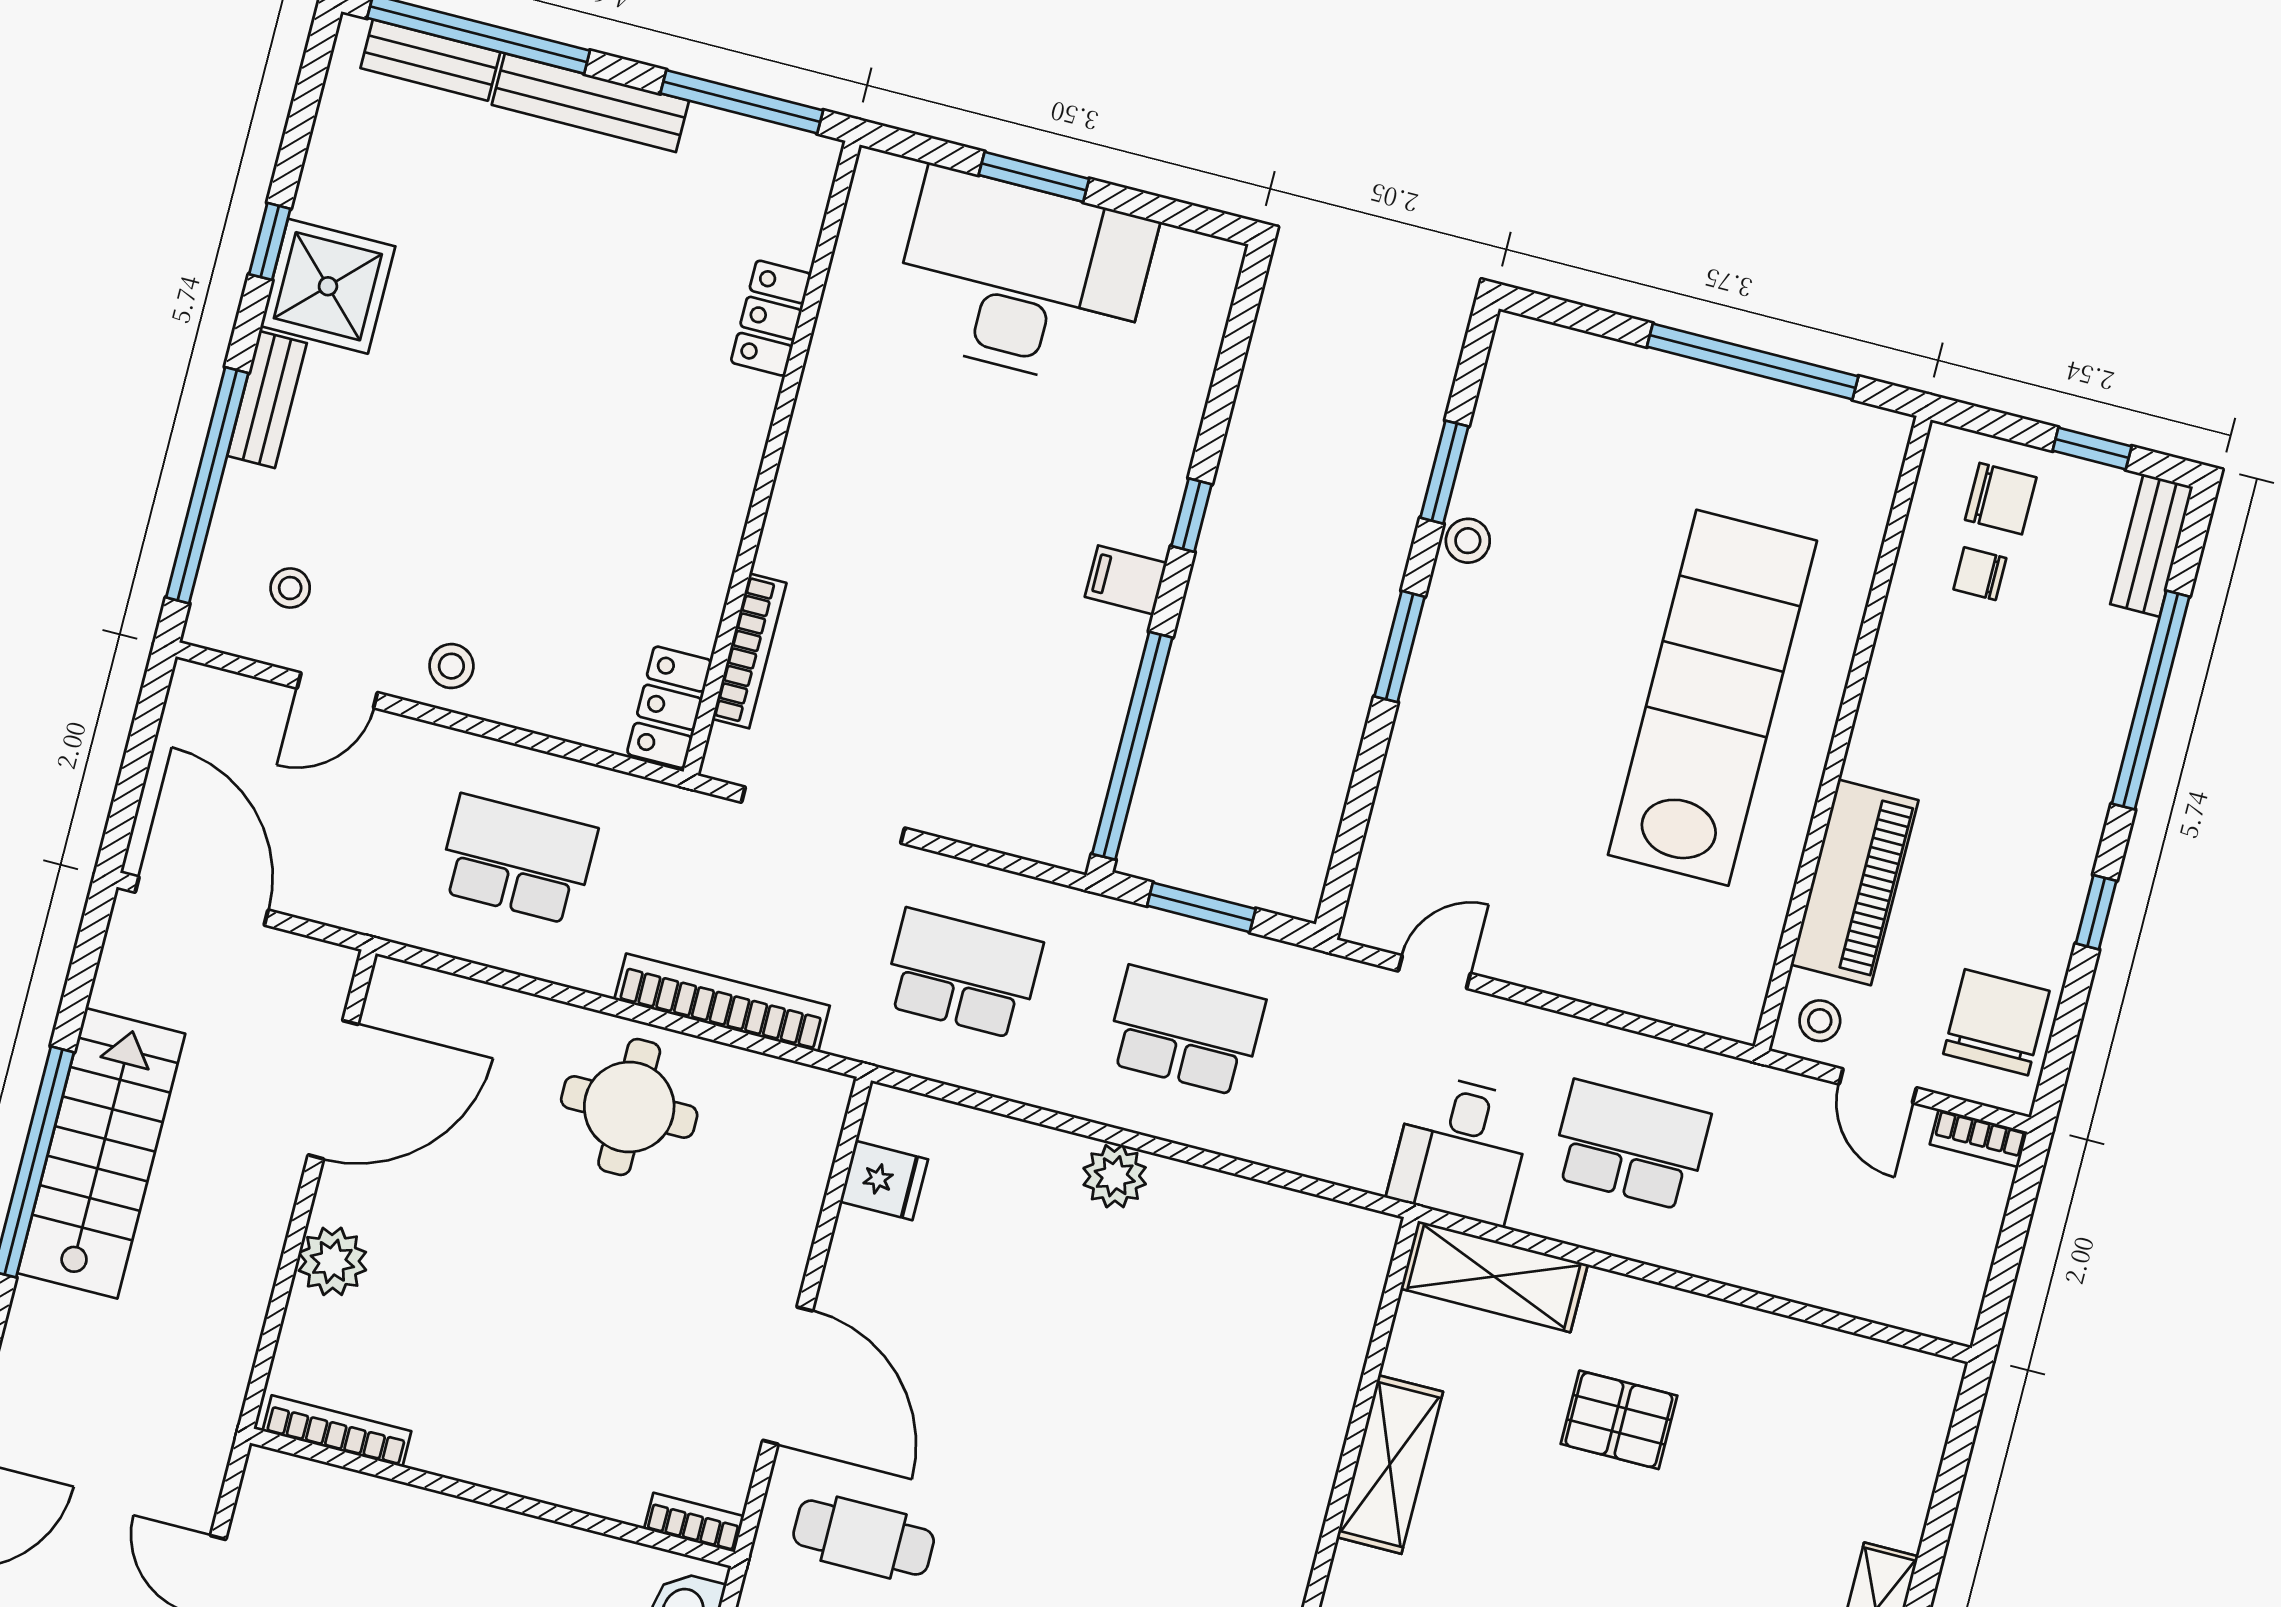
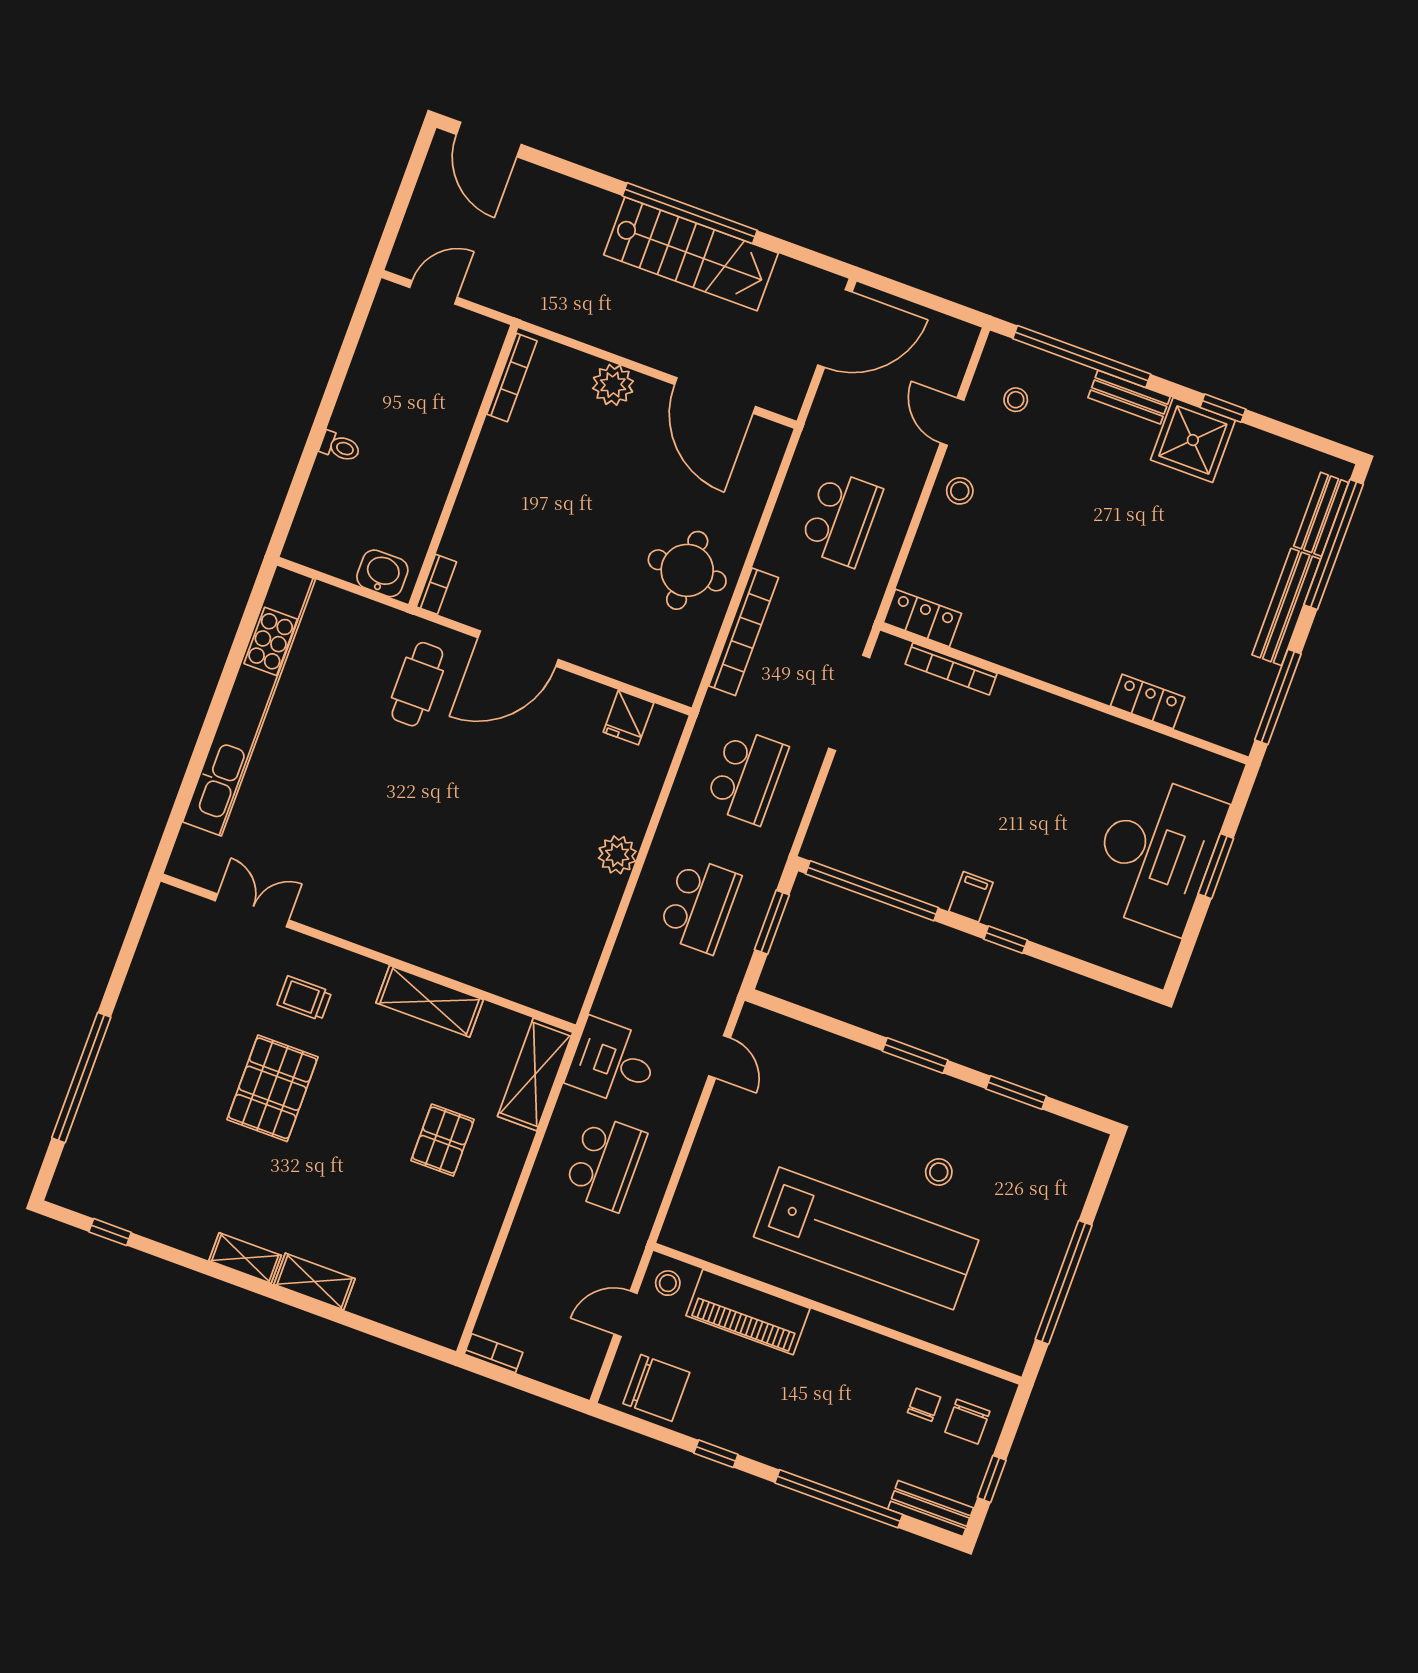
stool: (1468, 541) -> (939, 1172), moved
bookcase: (1979, 1138) -> (494, 1353), moved, turned 90

